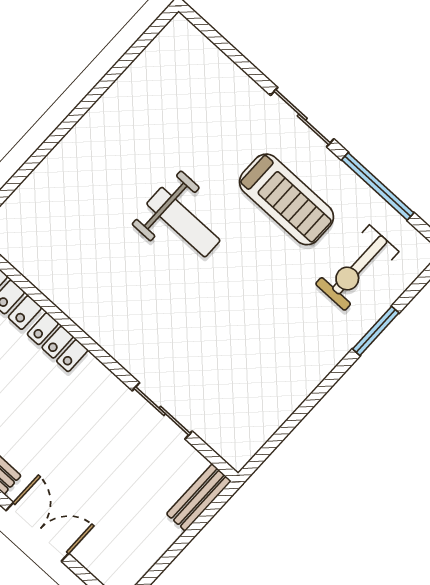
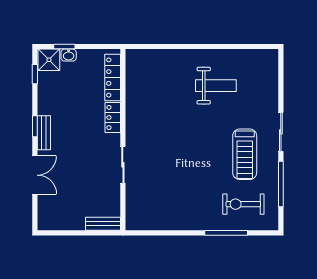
weight bench: (183, 222) -> (216, 86), moved, turned -90
window: (376, 331) -> (226, 233), width x1.44
sliding door: (162, 411) -> (123, 165), moved

